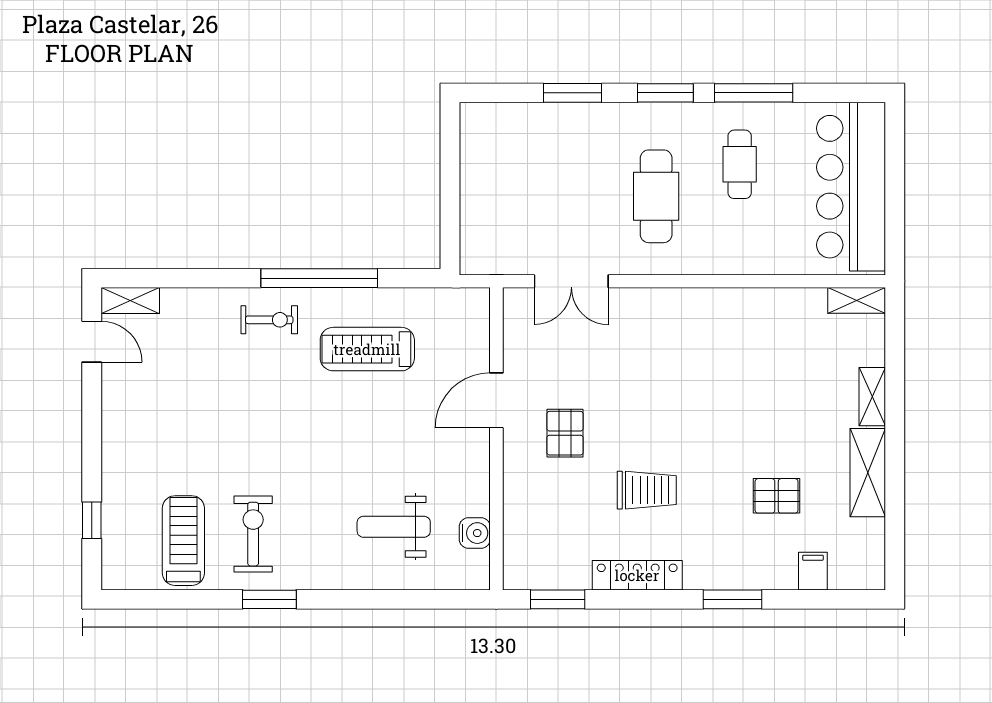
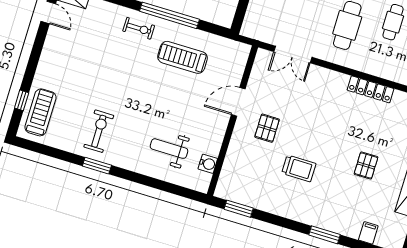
pallet: (777, 496) -> (366, 165), moved, turned 90
treadmill: (183, 541) -> (40, 112), moved
locker: (637, 575) -> (370, 89), moved, turned 180

